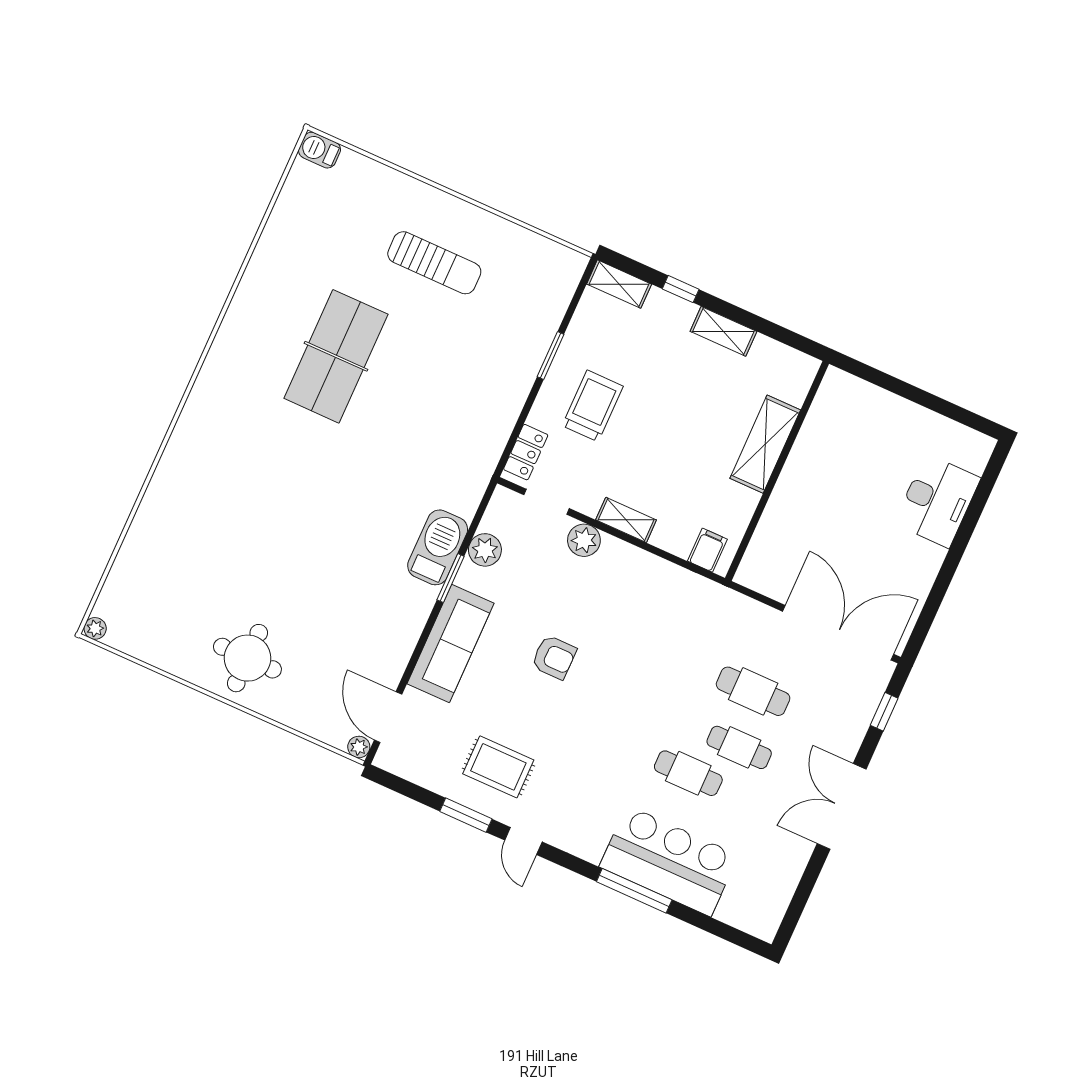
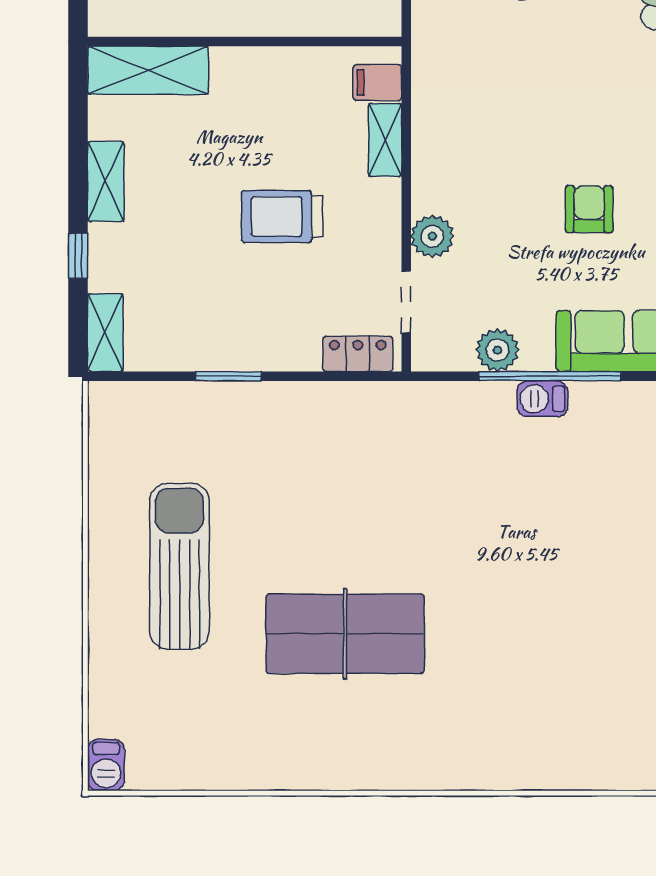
sun lounger: (434, 263) -> (180, 566), width x1.36, depth x1.34
trolley: (593, 406) -> (282, 217), moved
shelving: (765, 444) -> (148, 70), moved
shelving: (626, 520) -> (385, 140), moved
barbecue: (438, 547) -> (542, 399), width x0.53, depth x0.65
window: (451, 578) -> (550, 376), width x2.11

